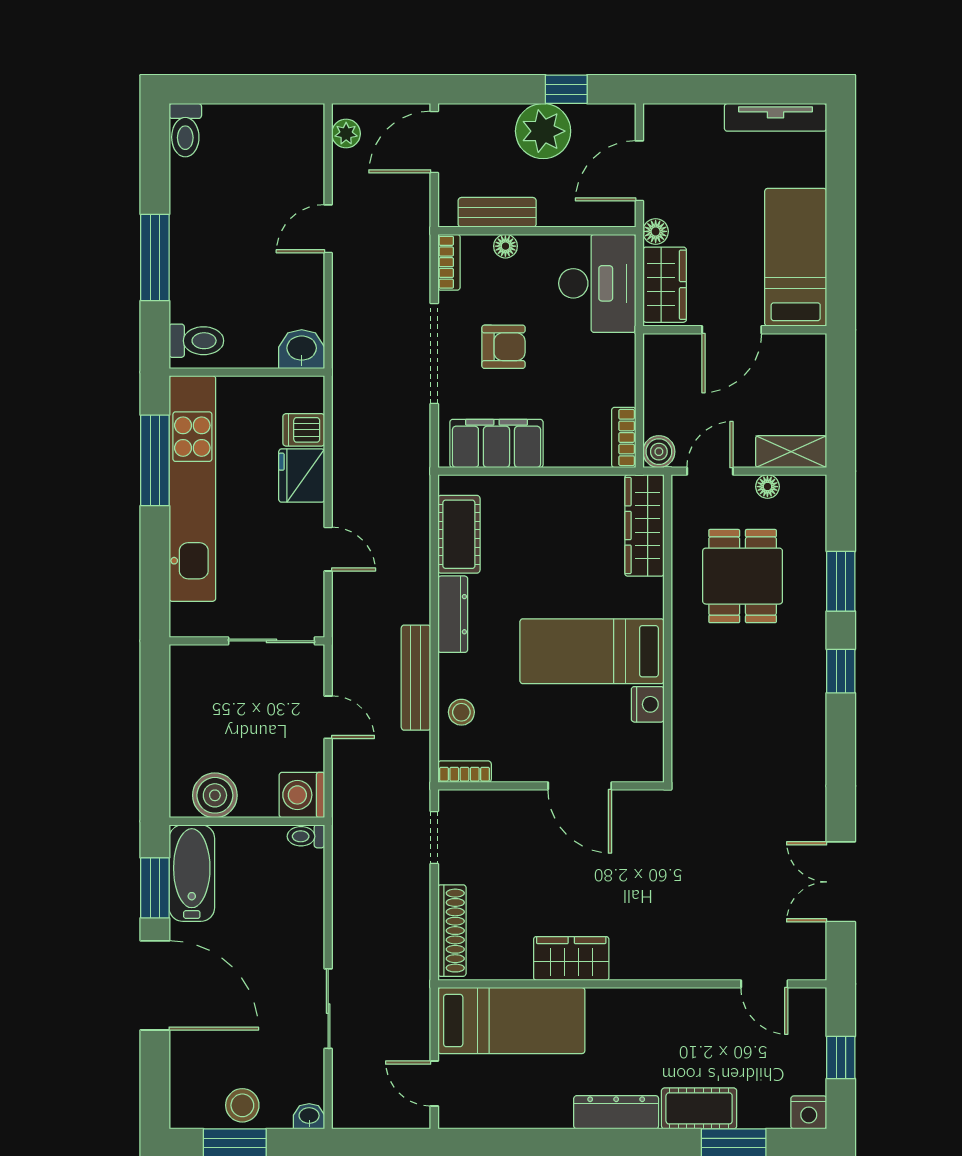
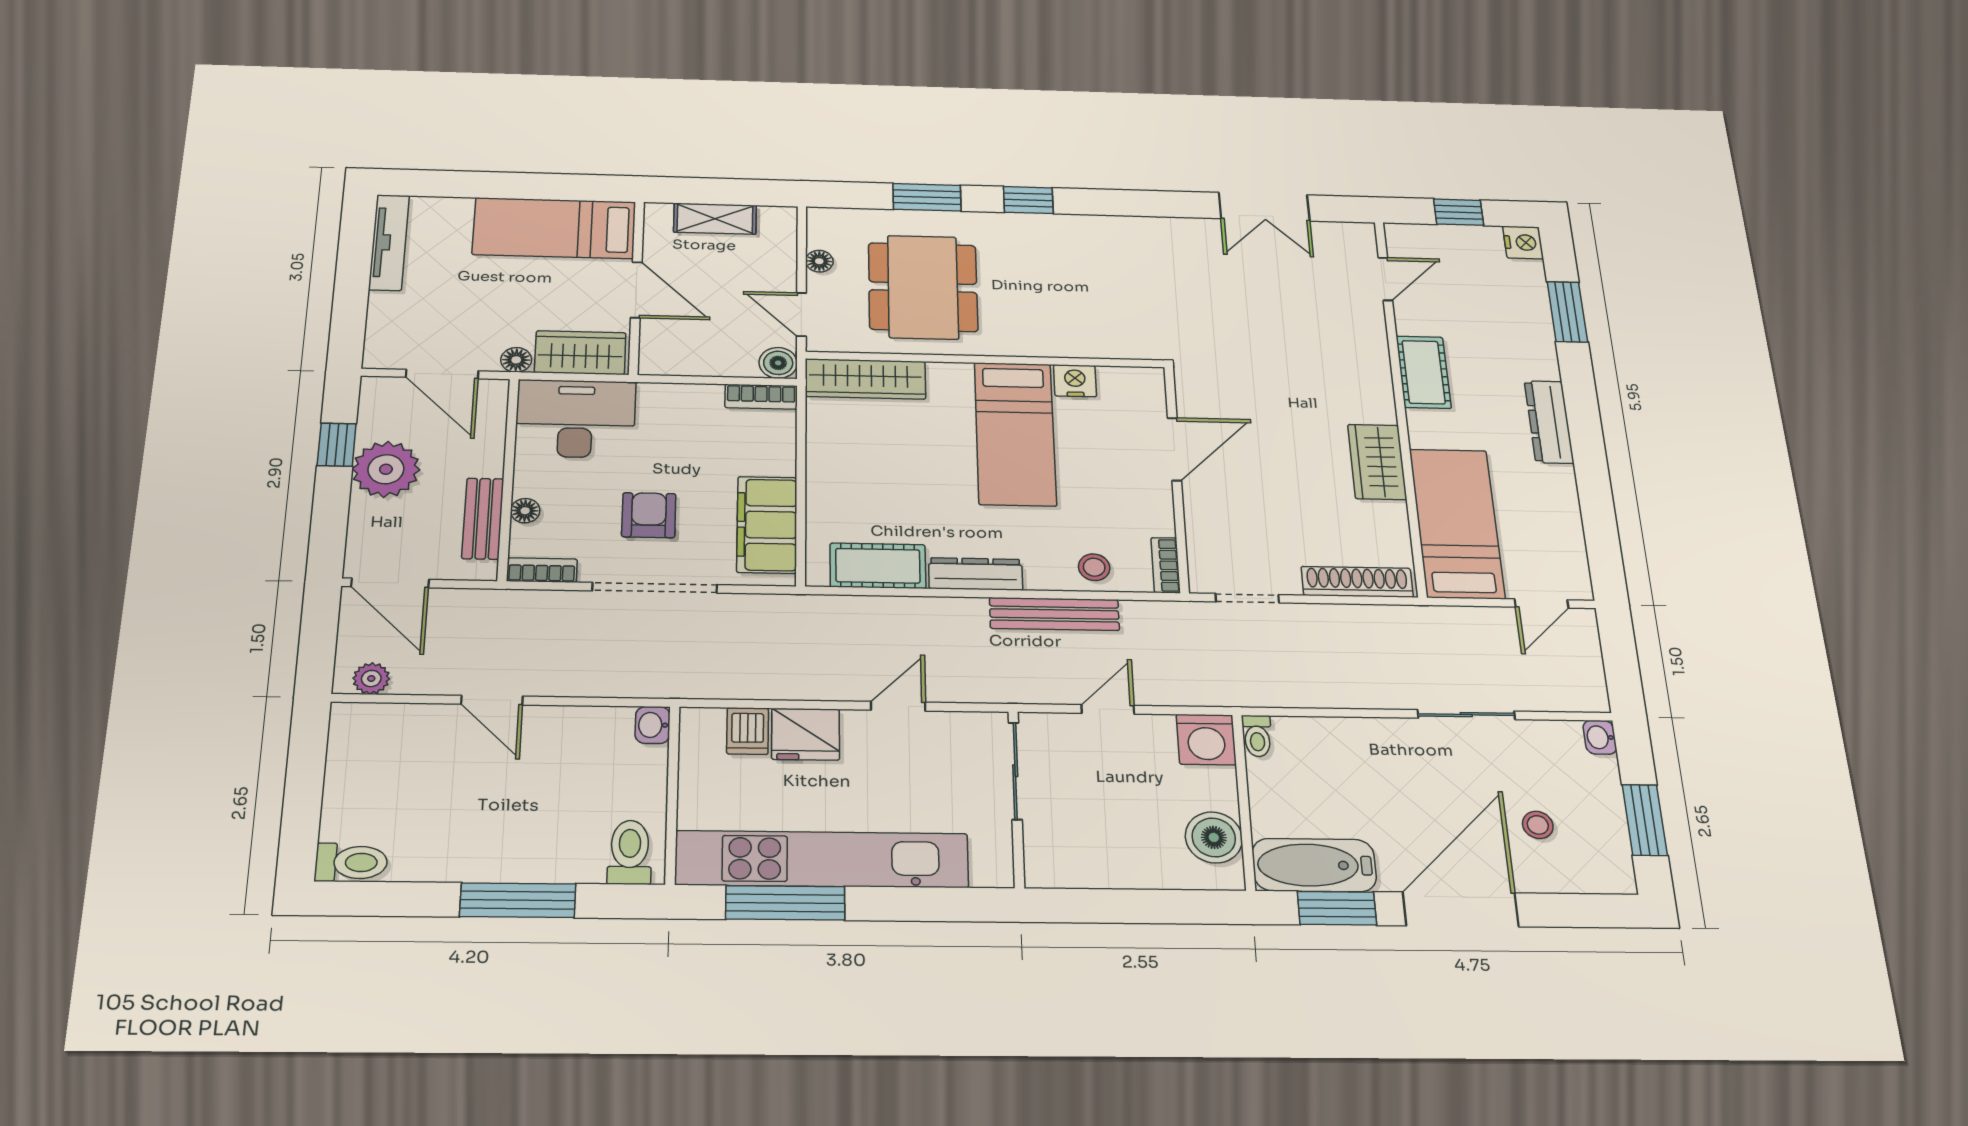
washbasin: (302, 349) -> (653, 725), width x0.72, depth x0.69
shelving: (791, 452) -> (715, 219), moved, turned 90
dining table: (743, 576) -> (923, 287), width x1.38
stool: (242, 1105) -> (1538, 825), moved, width x0.73, depth x0.73
cot: (699, 1108) -> (1424, 372), moved

